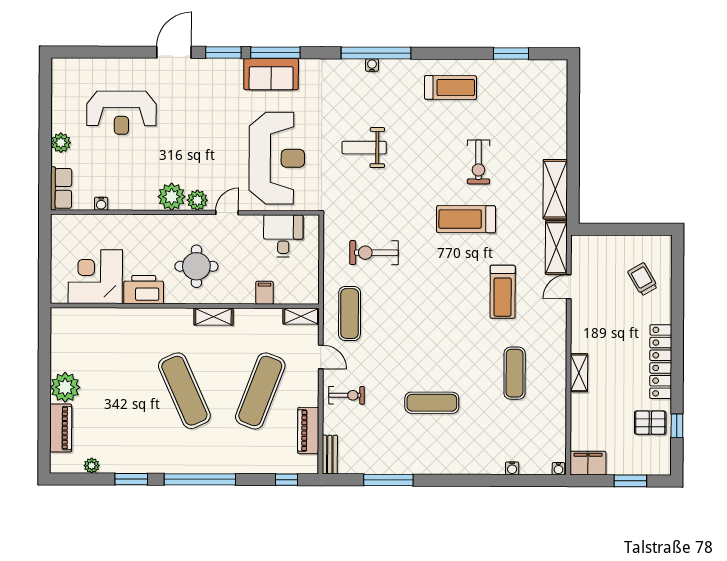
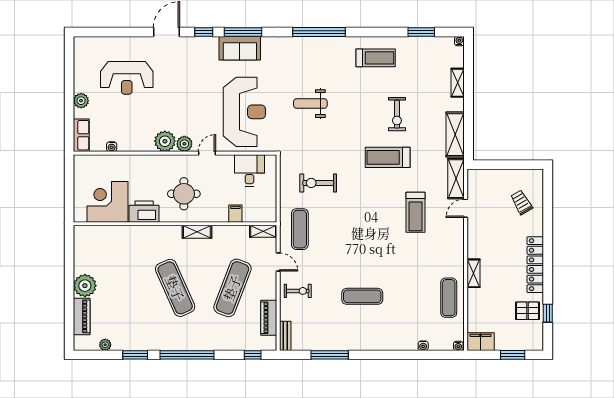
window: (223, 53) -> (204, 32), width x0.67
water cooler: (372, 65) -> (459, 41), moved
shelving: (559, 121) -> (458, 83), added
exercise mat: (515, 373) -> (449, 298), moved

